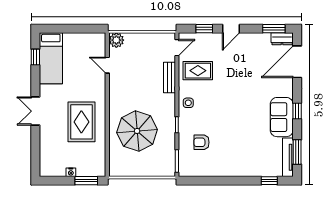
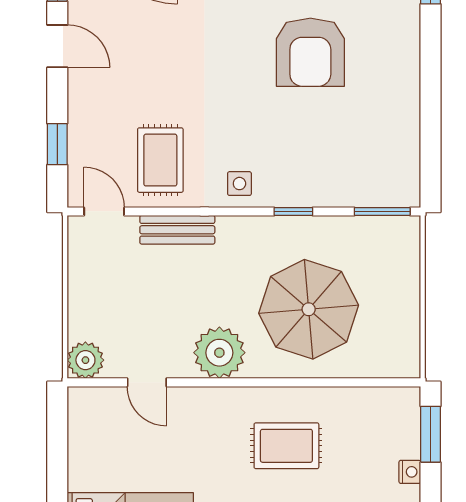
door: (231, 29) -> (57, 46), moved
door: (107, 65) -> (147, 382), hinge flipped
plant: (119, 95) -> (219, 353), added
rug: (81, 122) -> (286, 446), width x0.73, depth x0.70
armchair: (202, 142) -> (310, 52), moved, width x1.88, depth x1.88

